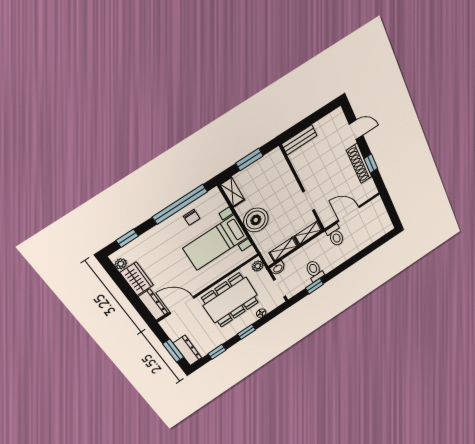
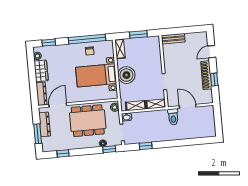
door: (356, 130) -> (212, 52), swing flipped
toilet: (314, 271) -> (150, 134), removed
door: (182, 305) -> (58, 105), hinge flipped
window: (247, 332) -> (109, 149), moved
dresser: (188, 350) -> (45, 124), moved

